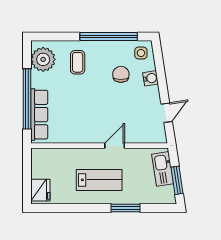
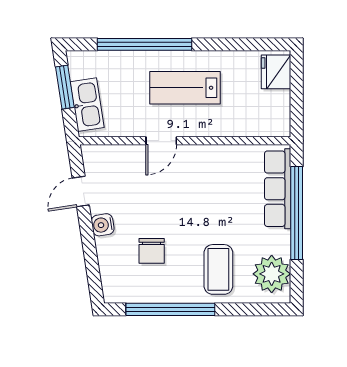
side table: (141, 53) -> (121, 284), removed
coffee table: (78, 62) -> (218, 269), width x1.36, depth x1.30
water cooler: (151, 78) -> (103, 225), moved
window: (125, 208) -> (144, 44), width x2.11

